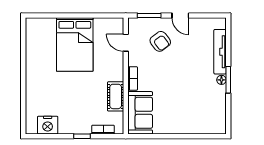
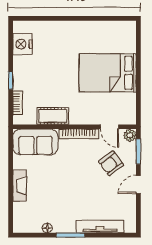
plant: (134, 24) -> (130, 135), added
door: (126, 43) -> (110, 127), swing flipped
bookcase: (133, 78) -> (79, 134), width x1.56
floor lamp: (221, 80) -> (47, 228), moved
fireplace: (181, 128) -> (20, 186), added

